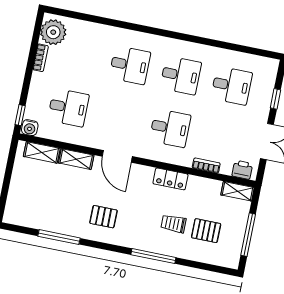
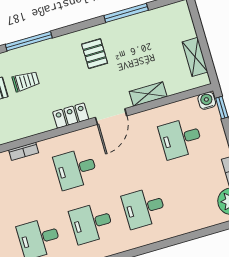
shelving: (42, 152) -> (195, 57), moved, turned 90
door: (117, 156) -> (111, 117), swing flipped
locker: (170, 179) -> (71, 116), moved
pallet: (103, 217) -> (95, 54), turned 90

